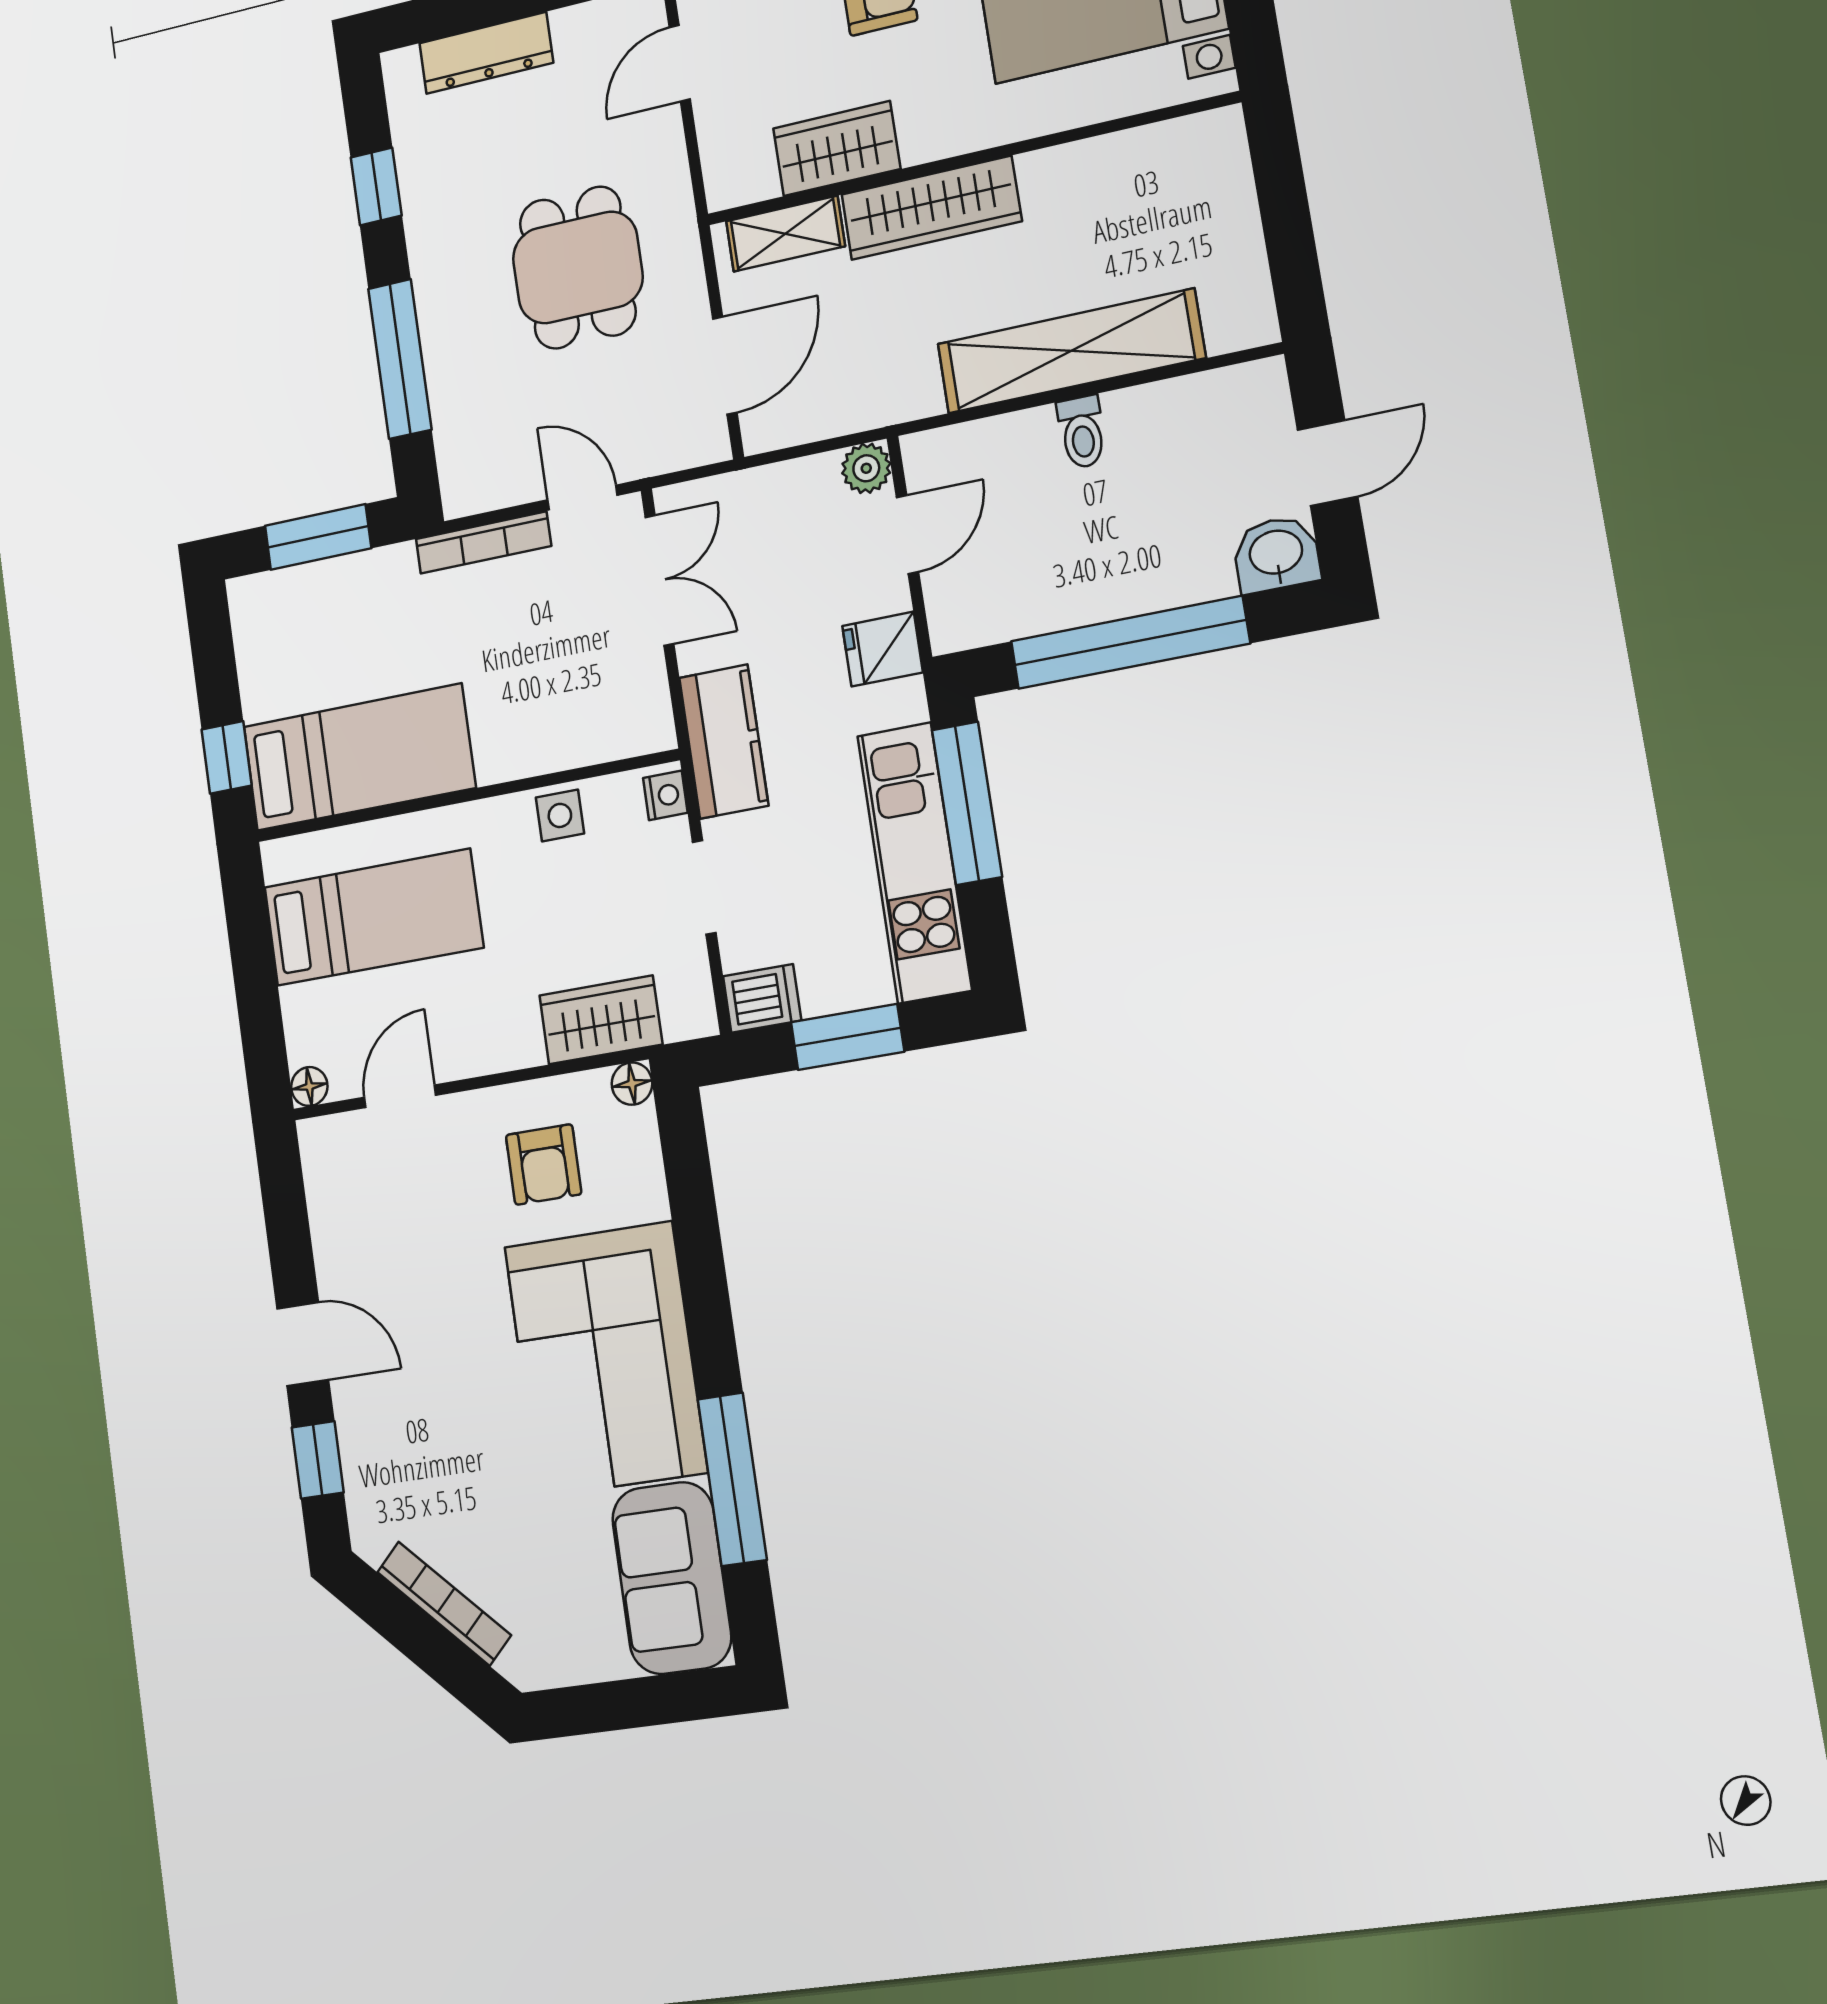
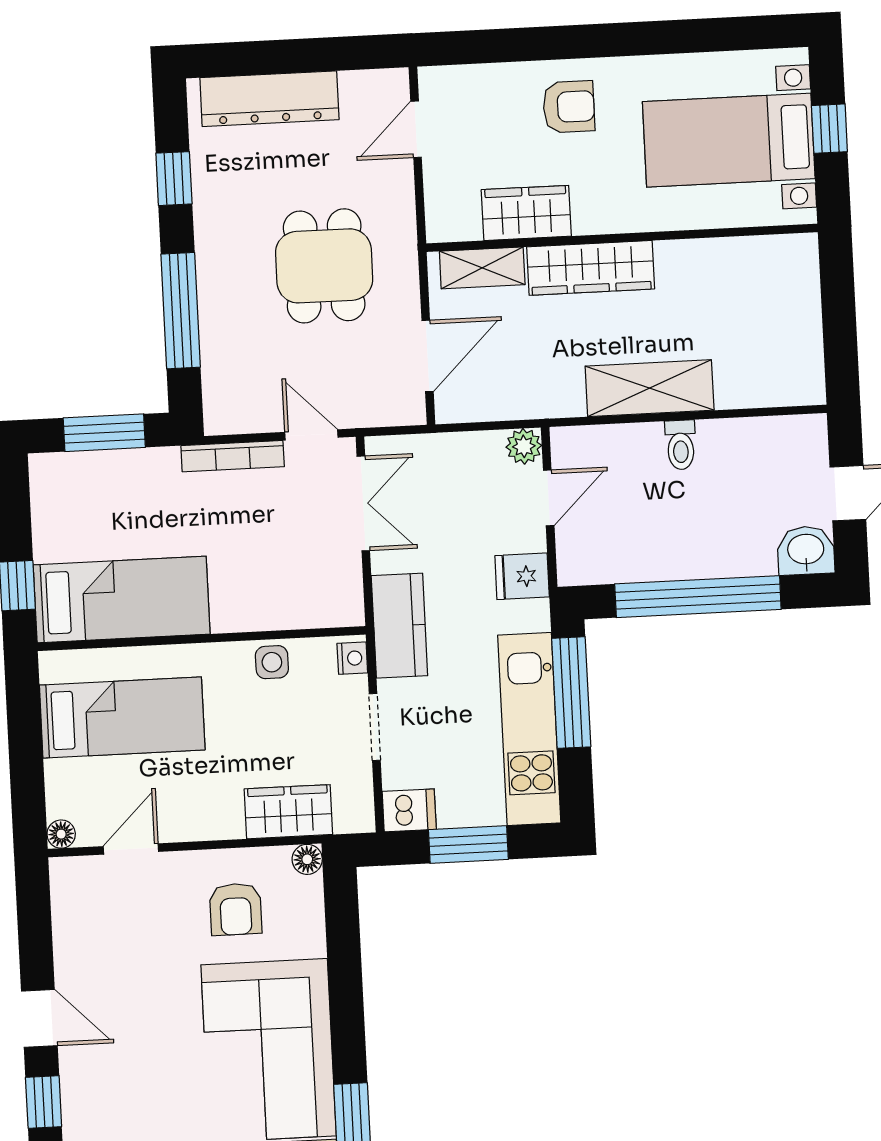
dresser: (486, 53) -> (269, 99), width x1.37, depth x1.24
shelving: (1071, 351) -> (650, 388), width x0.68

